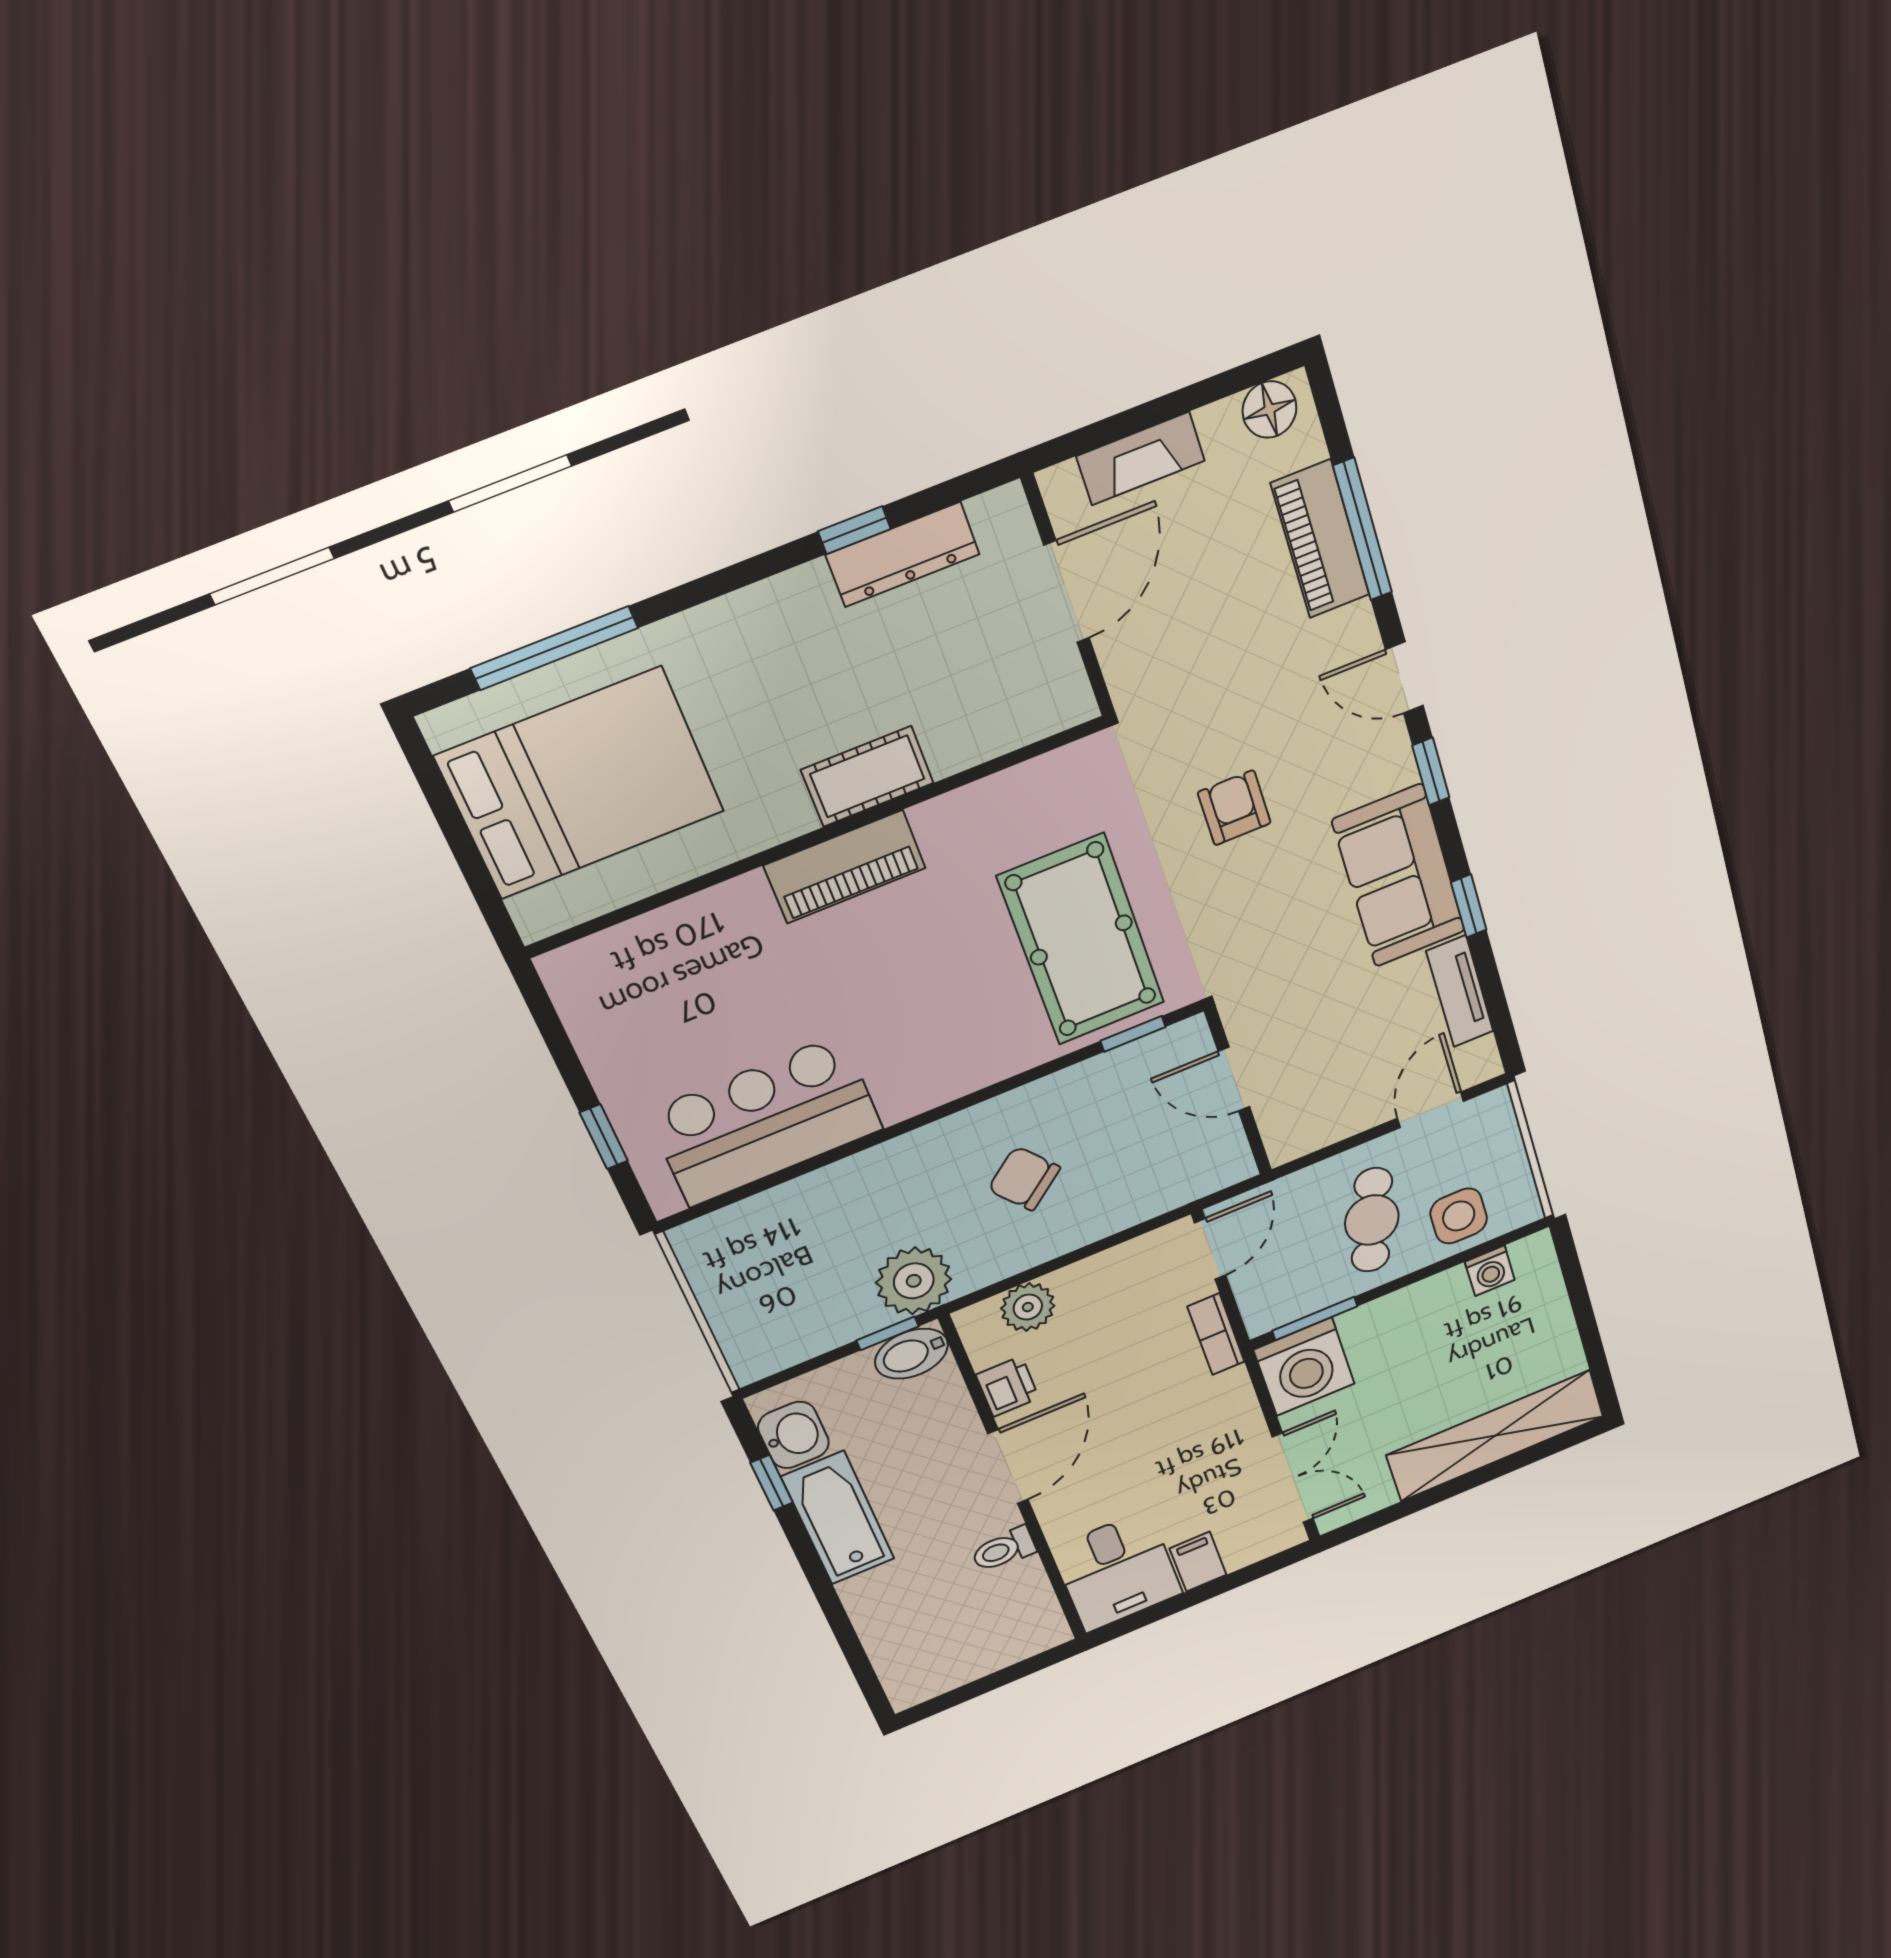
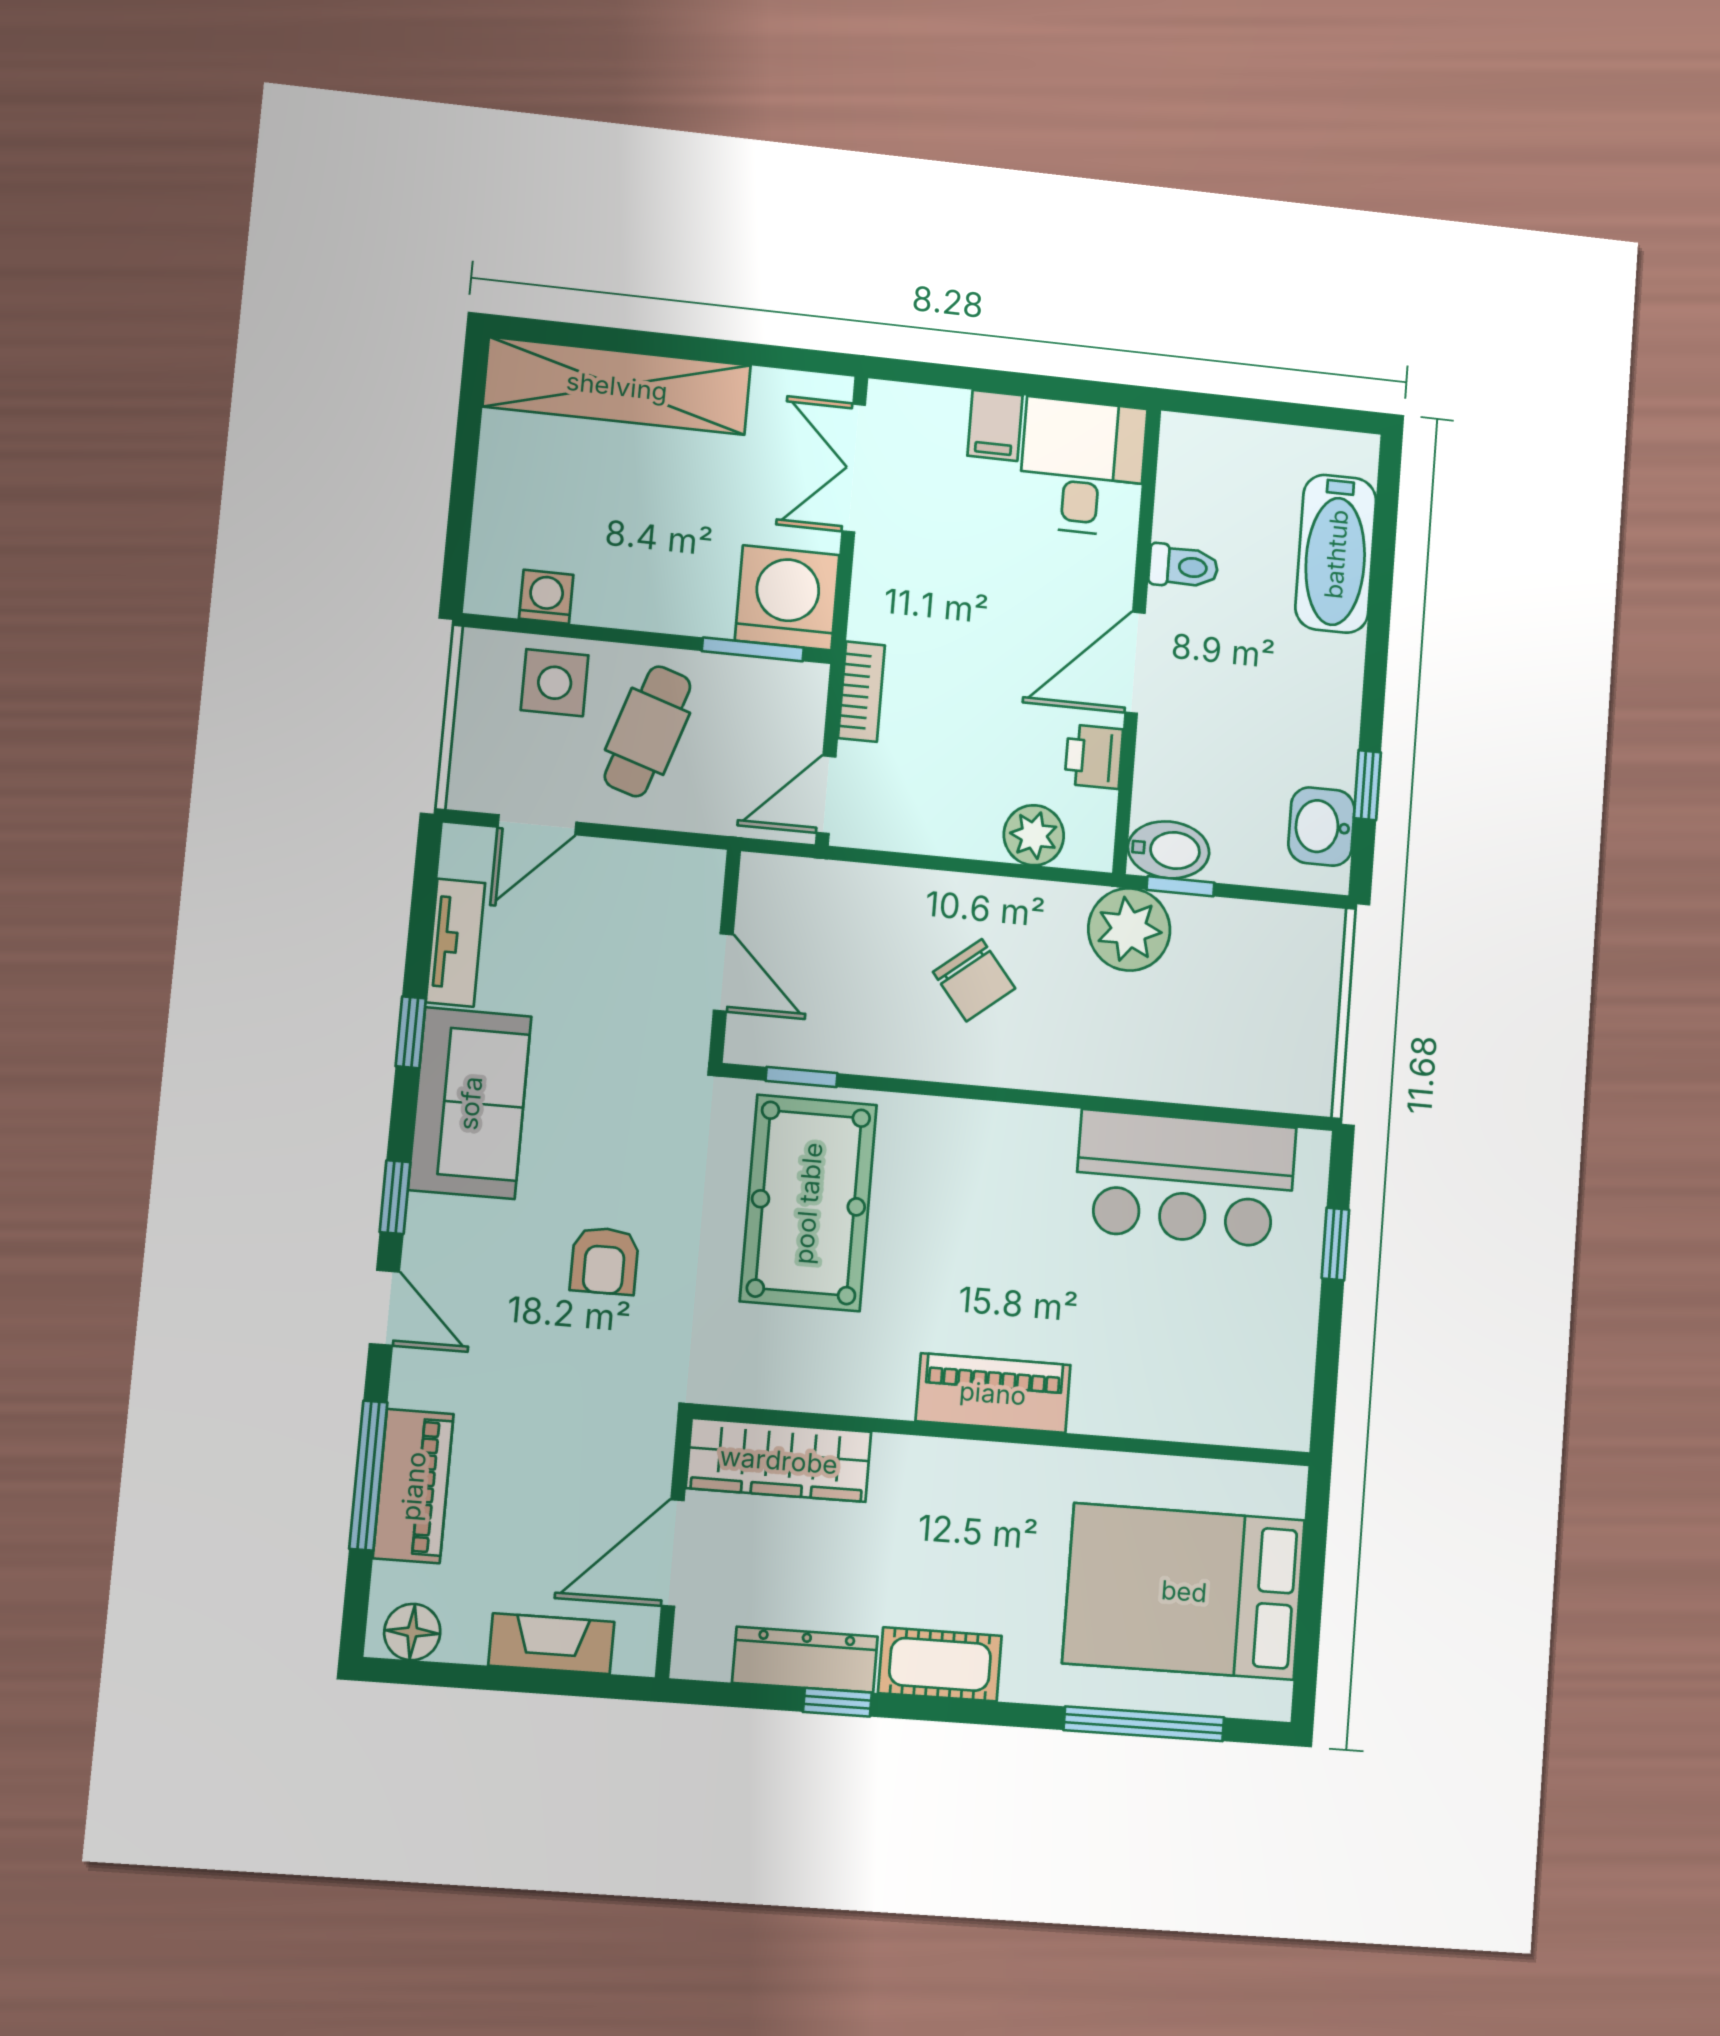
wardrobe: (1009, 718) -> (779, 1460), added
cot: (867, 776) -> (940, 1664), moved
bathtub: (838, 1518) -> (1336, 554), moved

